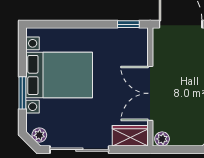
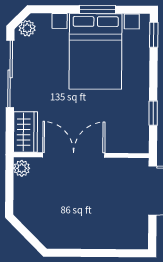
window: (44, 24) -> (154, 35), added
window: (128, 24) -> (153, 113), moved
window: (22, 93) -> (97, 10), moved

